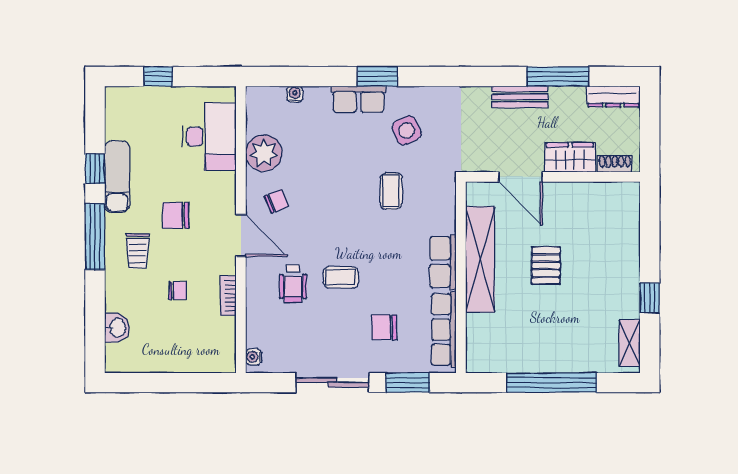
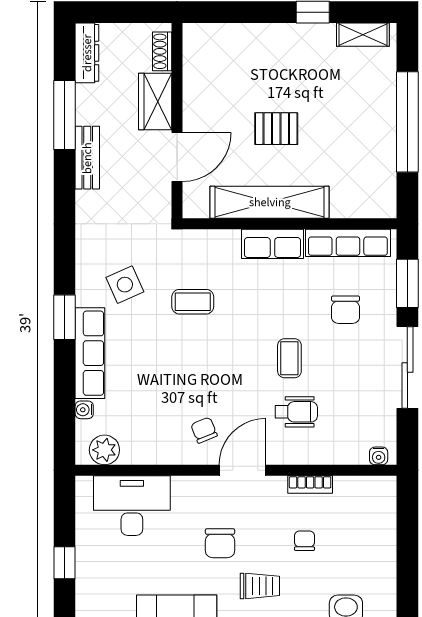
row of seats: (358, 99) -> (90, 353), width x1.48
plant: (264, 153) -> (104, 450), moved, width x0.73, depth x0.73

